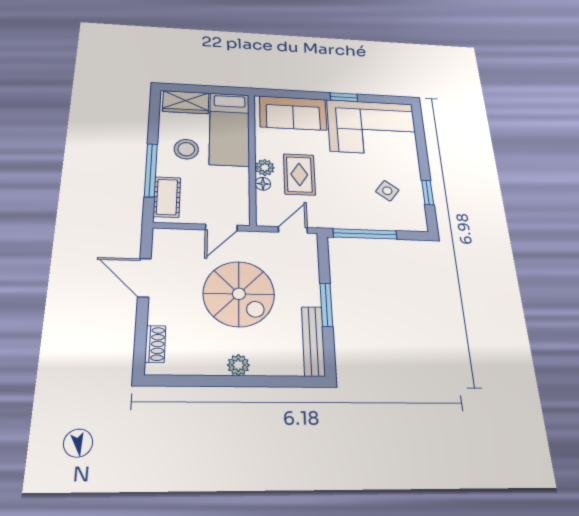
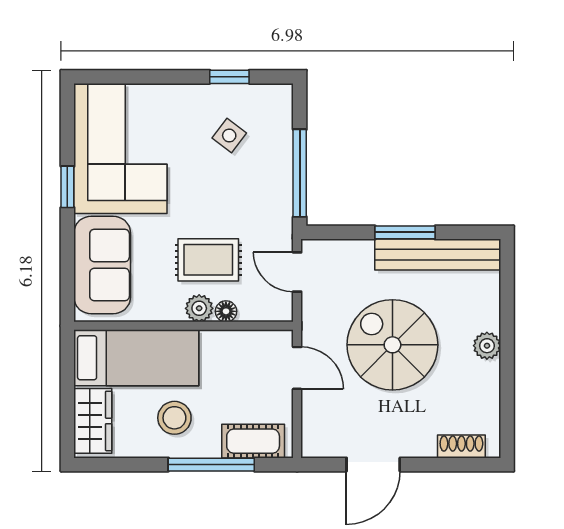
spiral stairs: (239, 294) -> (392, 345), turned -90
bench: (313, 341) -> (438, 255), width x1.37, depth x1.21

